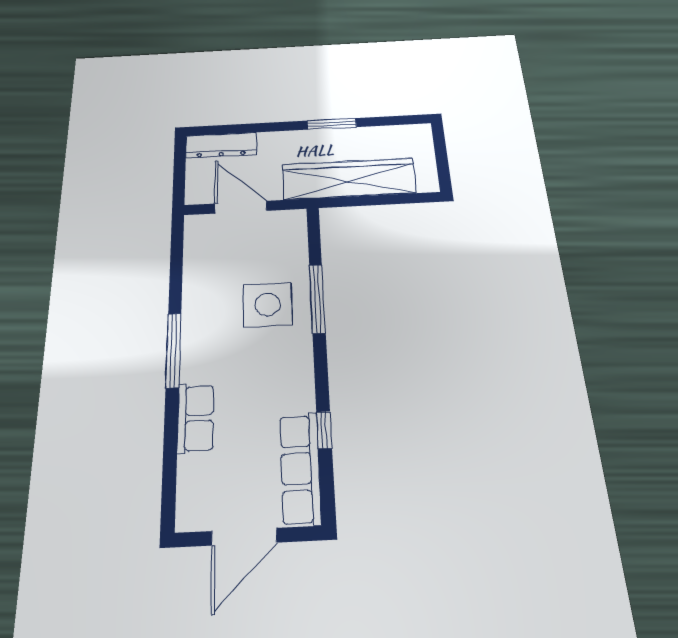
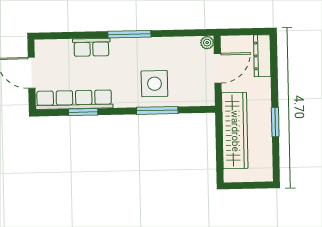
plant: (195, 224) -> (207, 43), added
window: (324, 430) -> (83, 112), width x1.50
row of seats: (300, 468) -> (74, 100), width x1.36

